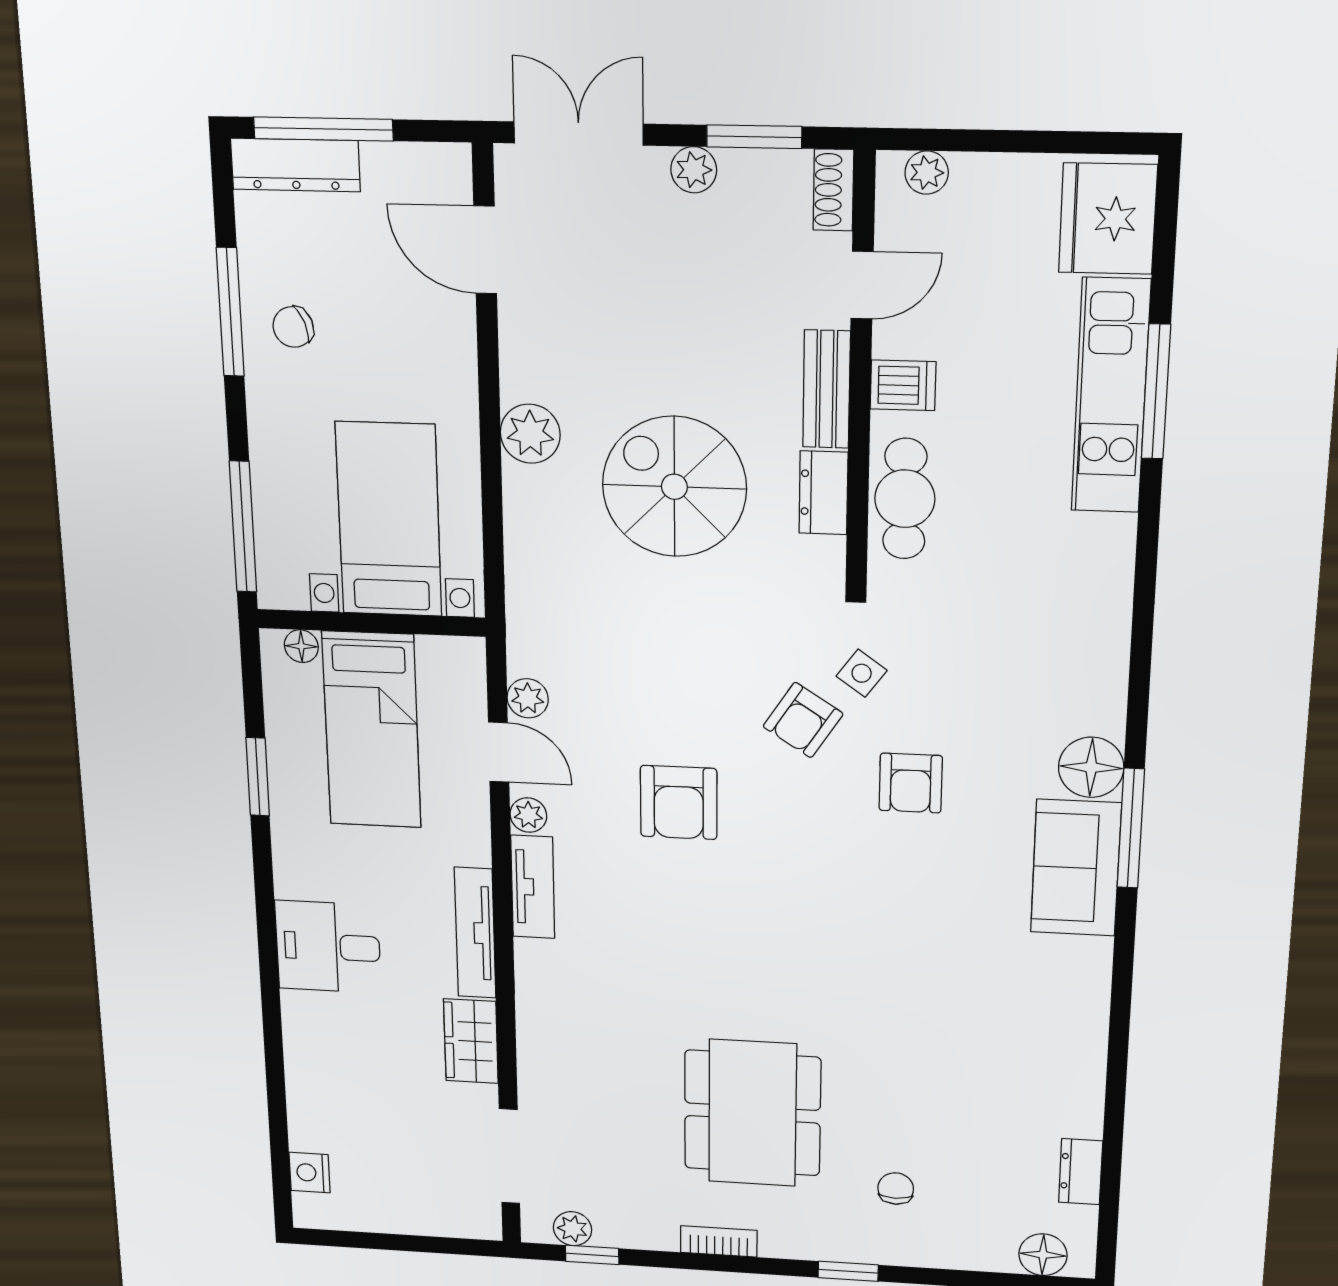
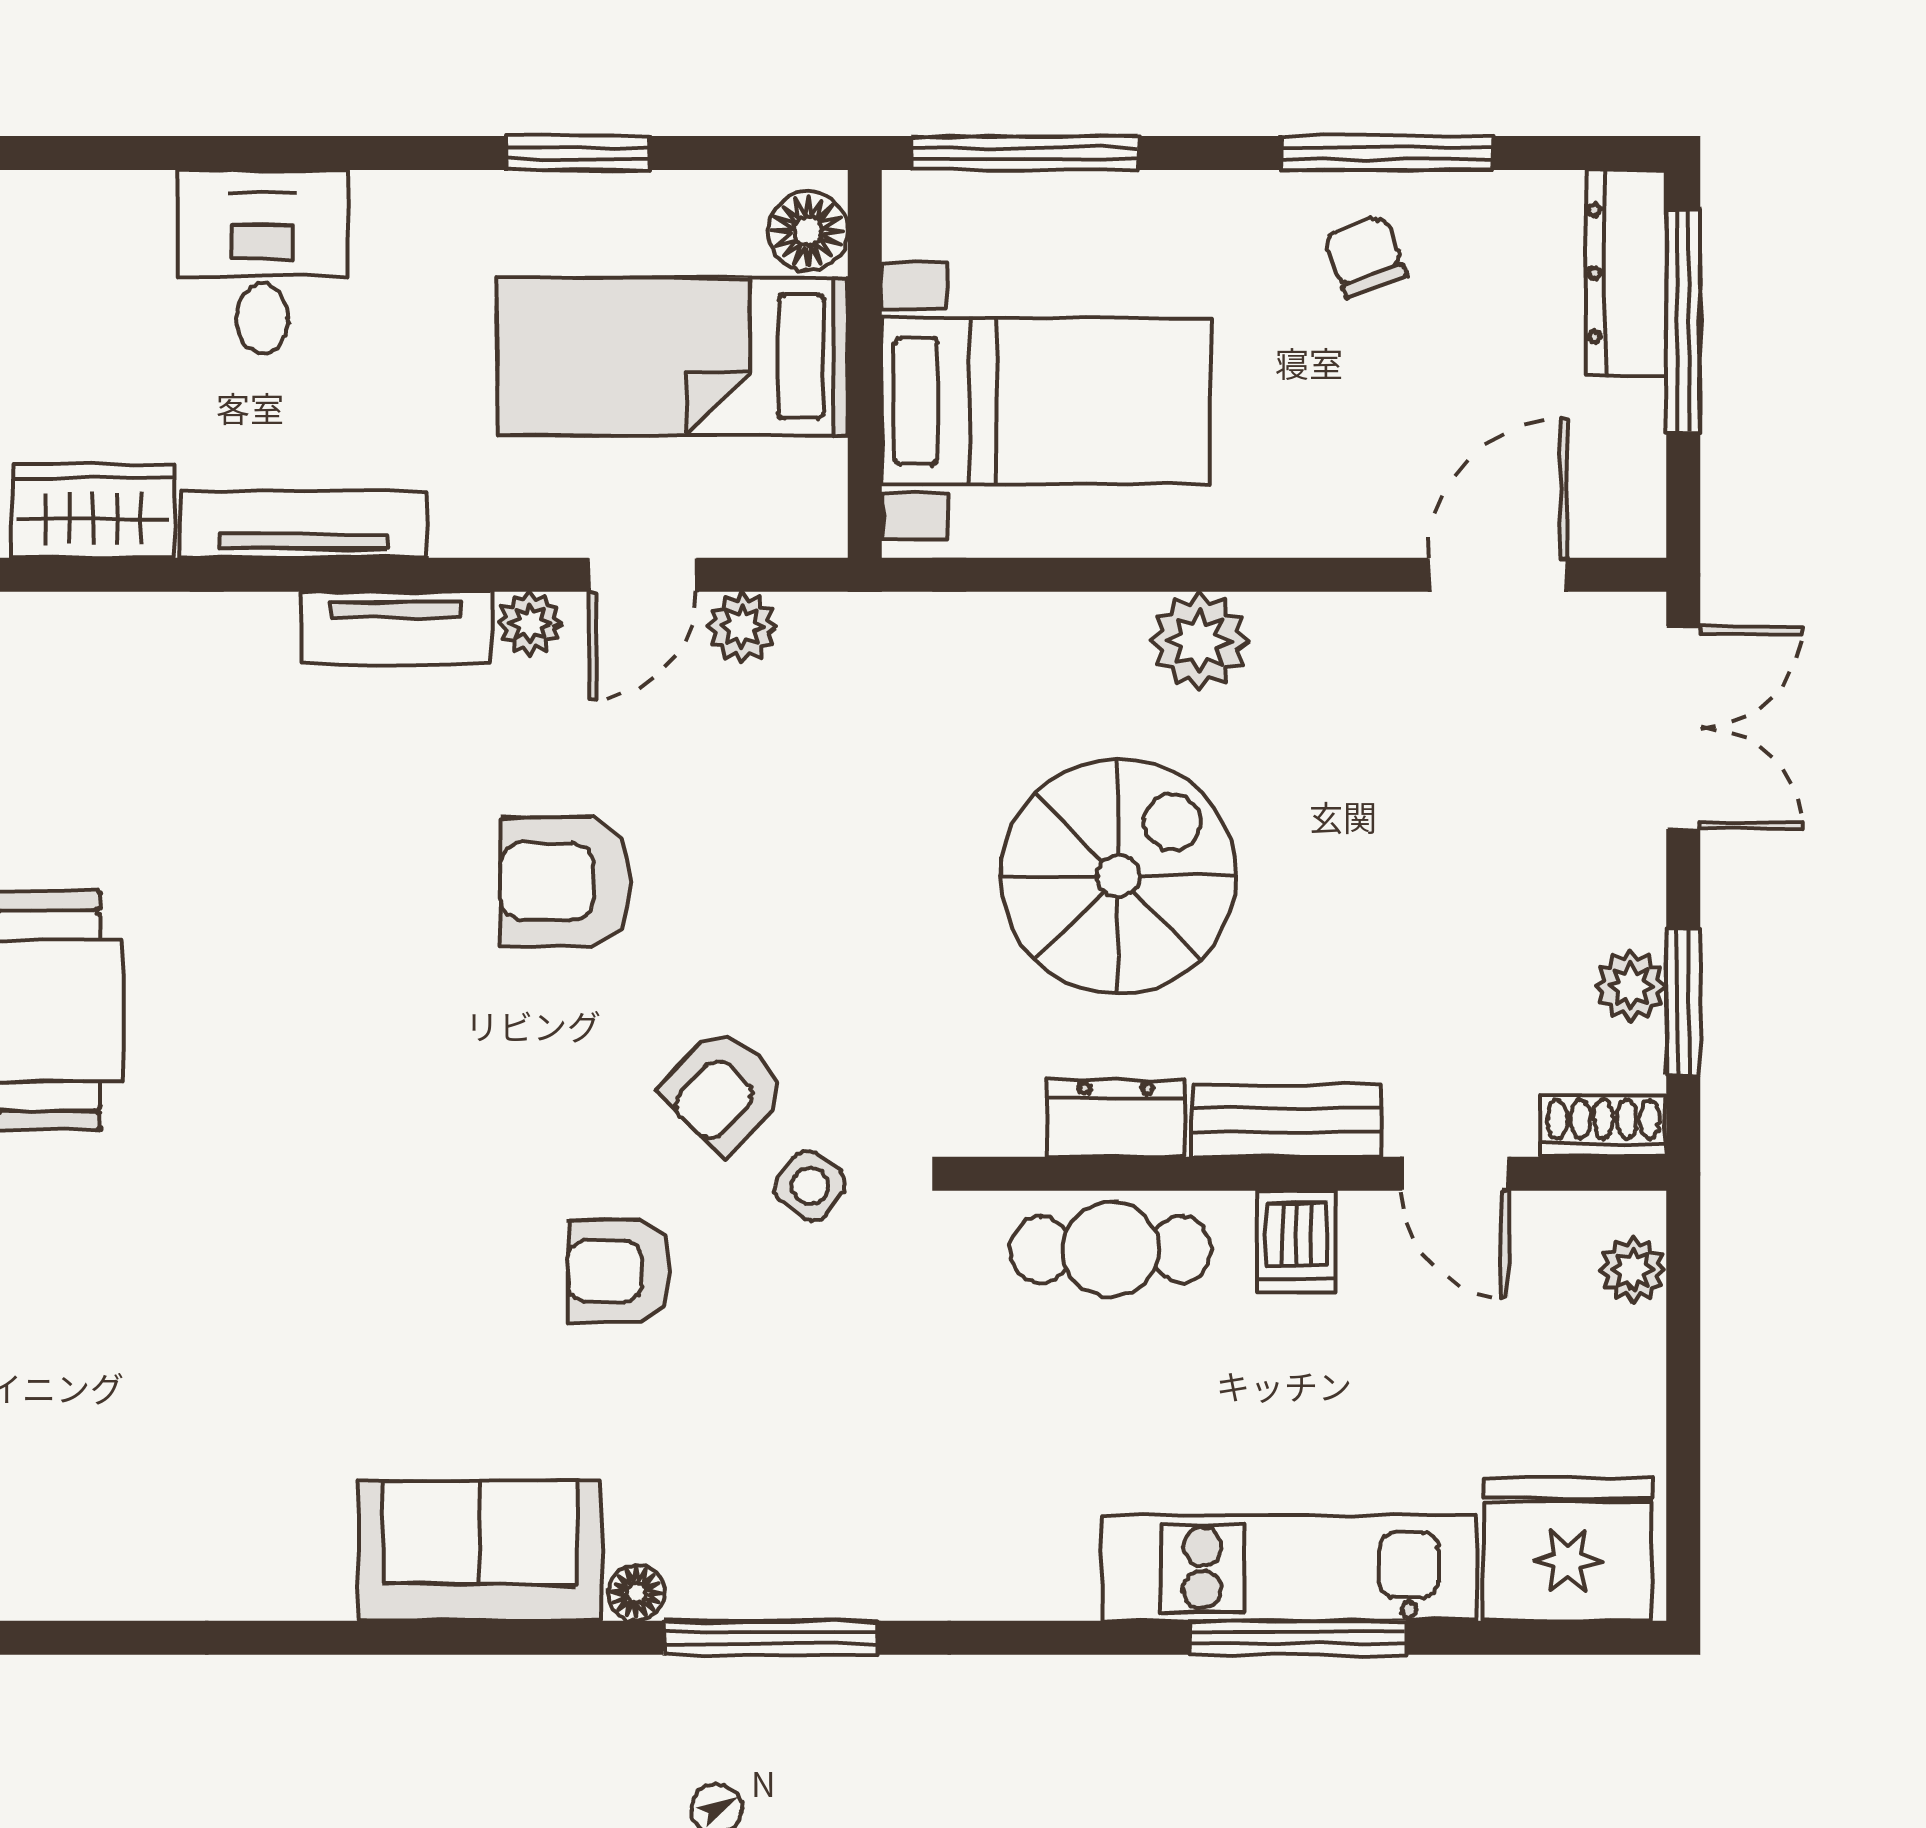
plant: (694, 170) -> (1630, 986), moved
floor lamp: (301, 646) -> (808, 231), width x1.37, depth x1.37
armchair: (803, 720) -> (723, 1090), turned -79
floor lamp: (1091, 767) -> (636, 1593), width x0.53, depth x0.53
window: (1131, 828) -> (770, 1638), moved

